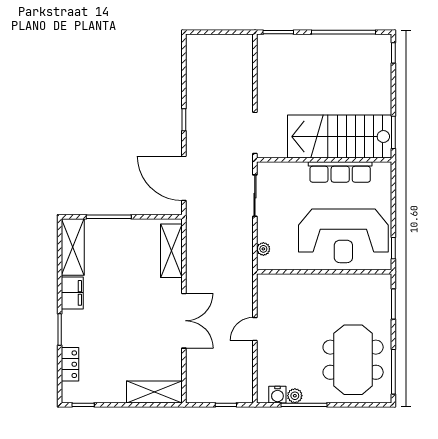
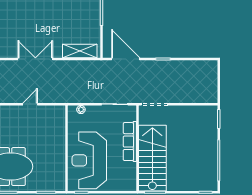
row of seats: (340, 172) -> (130, 142), moved
door: (184, 178) -> (126, 59), hinge flipped
double door: (184, 321) -> (35, 59), swing flipped
door: (255, 329) -> (30, 104), hinge flipped

